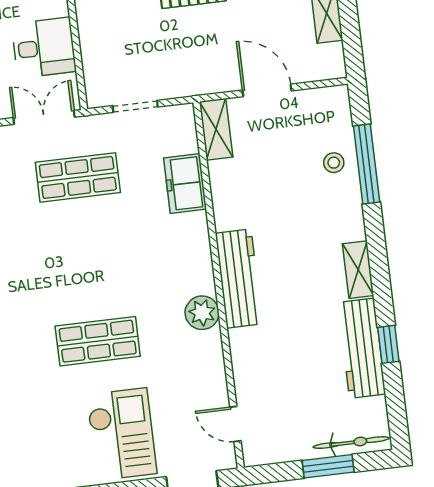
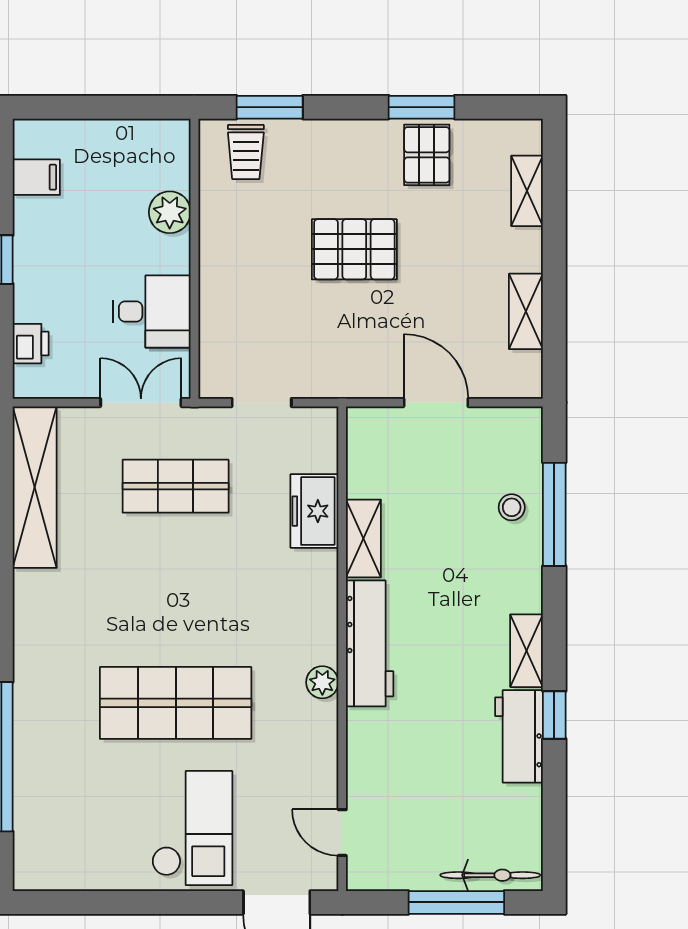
shelving: (216, 129) -> (363, 538), moved
plant: (202, 313) -> (322, 682), width x0.73, depth x0.73
shop shelf: (98, 341) -> (176, 703), width x1.43, depth x1.36
window: (388, 344) -> (554, 715), moved
workbench: (362, 348) -> (519, 736), width x0.73
window: (328, 466) -> (456, 902), width x1.44

